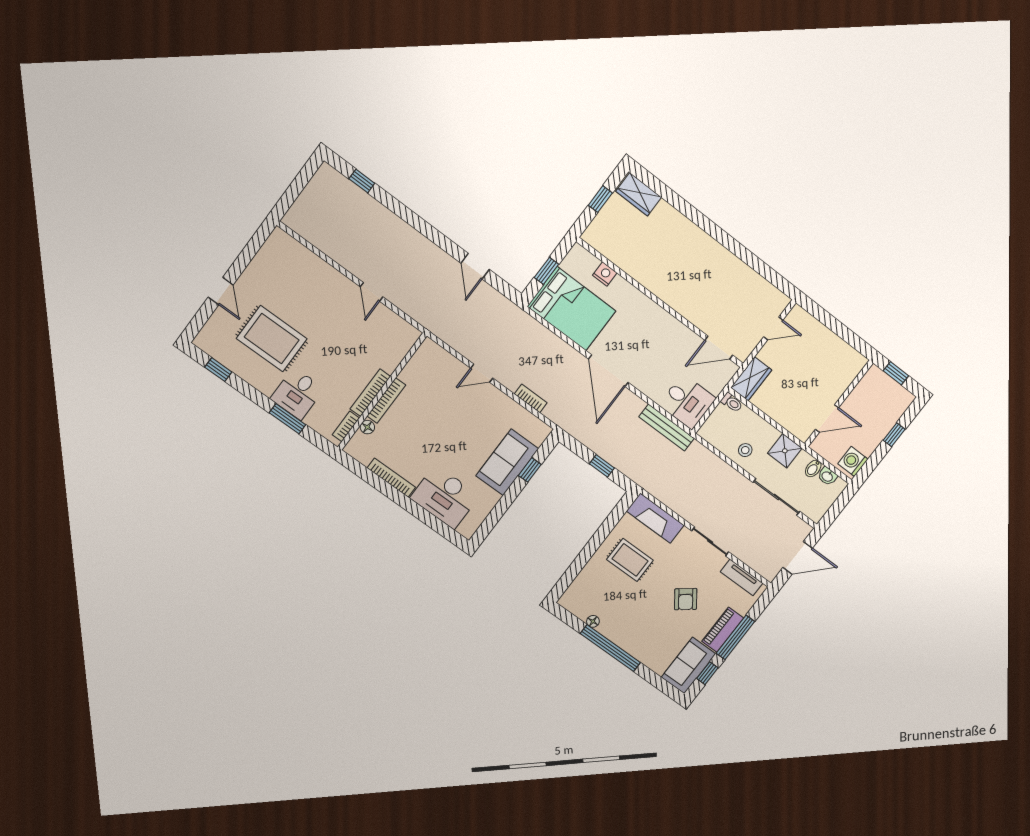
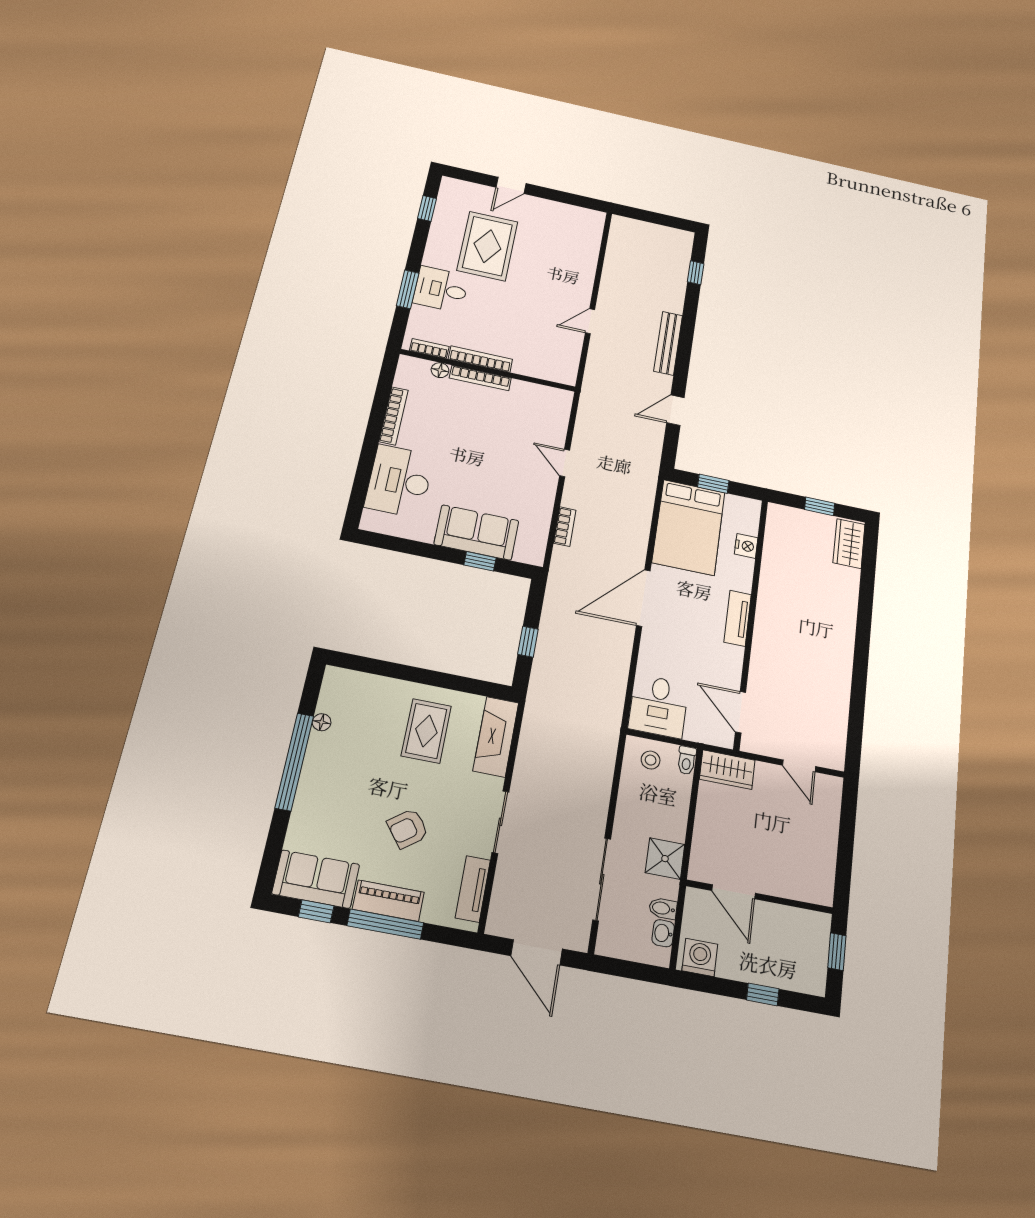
tv unit: (654, 312) -> (738, 618), added
bench: (667, 428) -> (668, 343), moved
stool: (745, 450) -> (651, 760), moved

